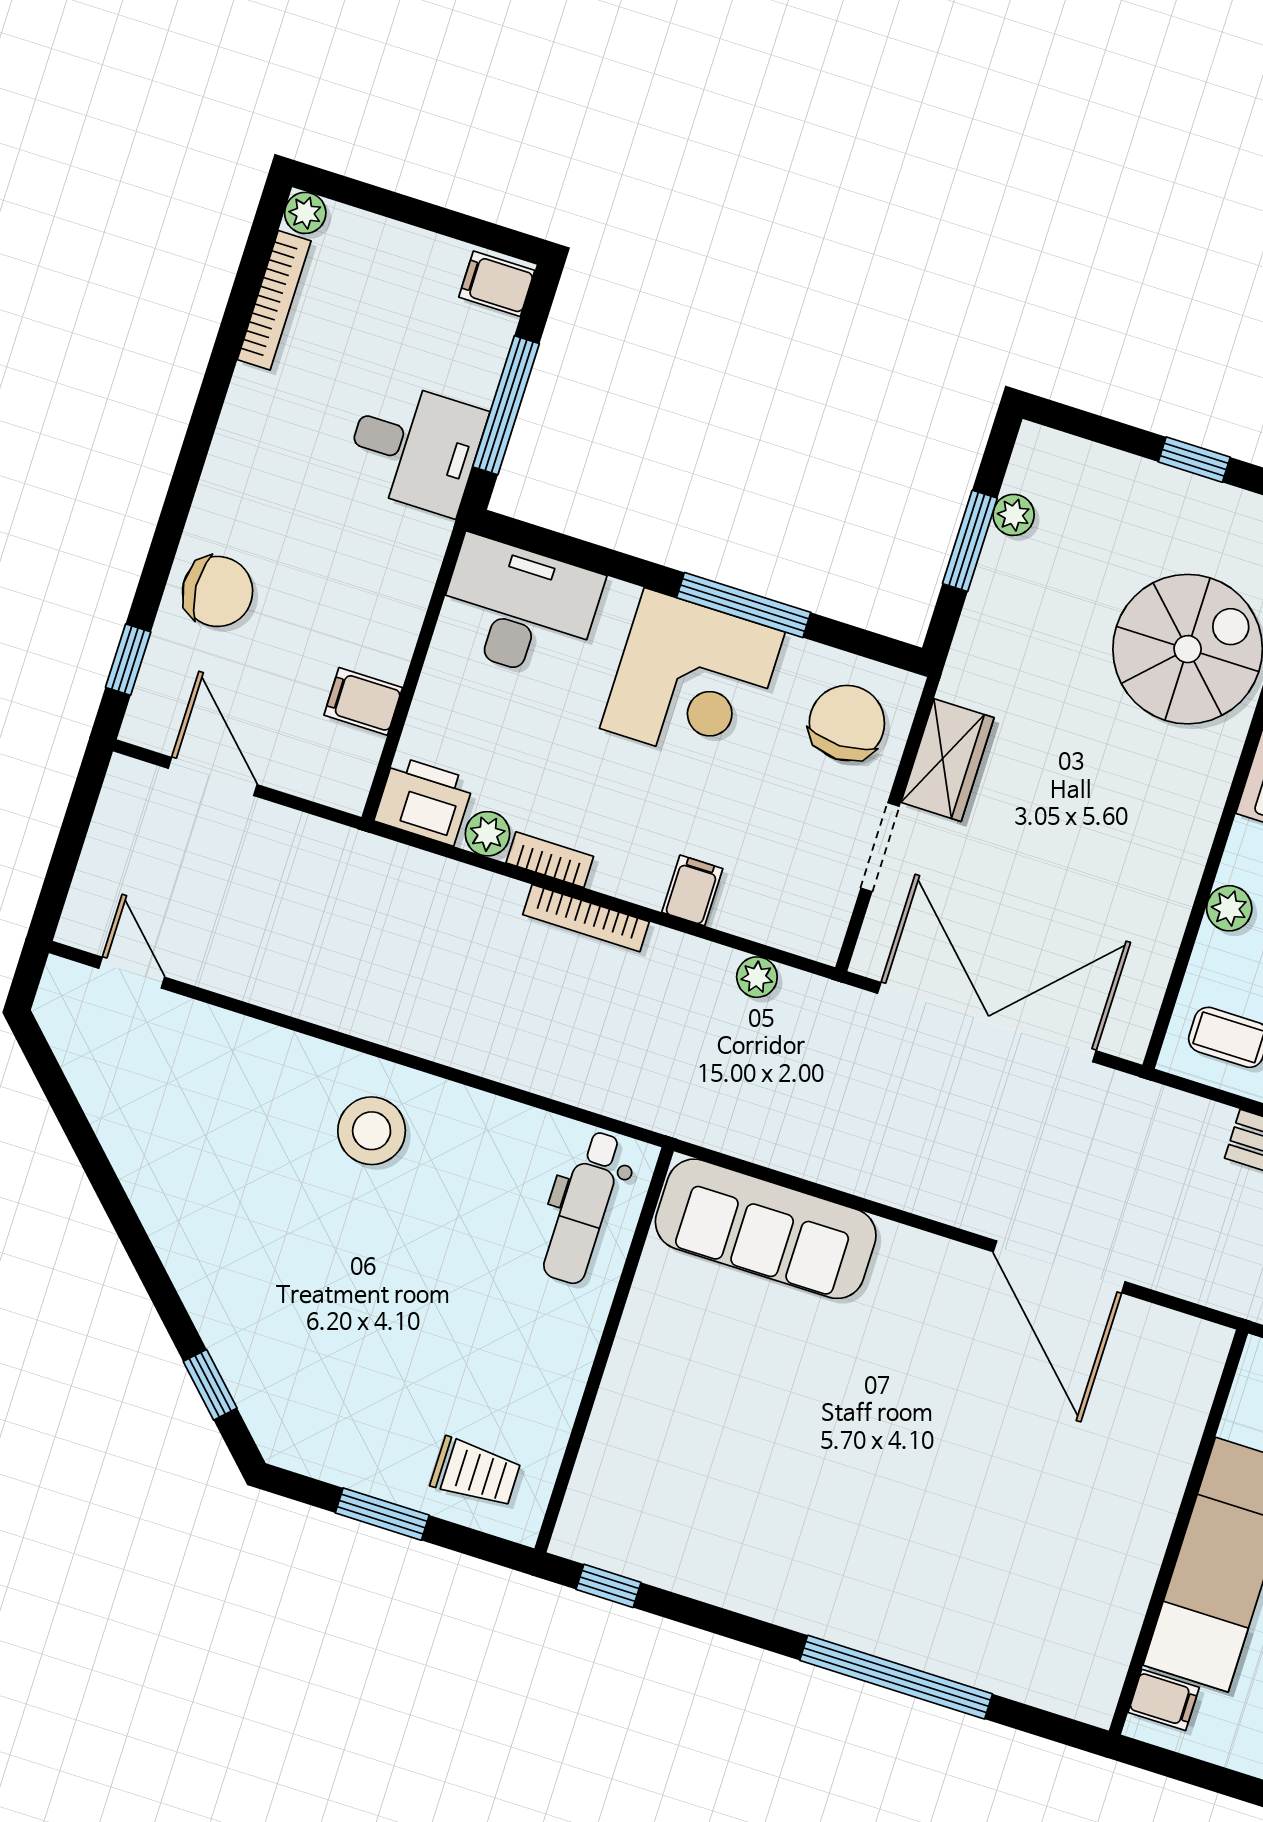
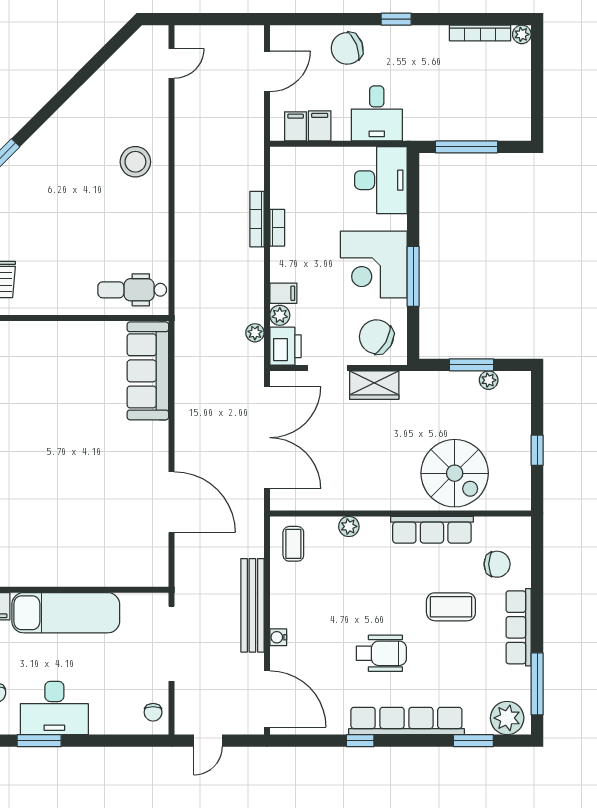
filing cabinet: (497, 284) -> (296, 126), moved
desk: (415, 447) -> (377, 113), moved
chair: (218, 591) -> (347, 48), turned 72
window: (128, 660) -> (396, 19), moved
chair: (847, 723) -> (376, 337), turned -151
printer: (424, 801) -> (285, 346), moved
plant: (487, 834) -> (280, 315), moved
bookcase: (586, 918) -> (257, 219), moved
stool: (372, 1131) -> (135, 162), moved
door: (1059, 1267) -> (172, 502), swing flipped

